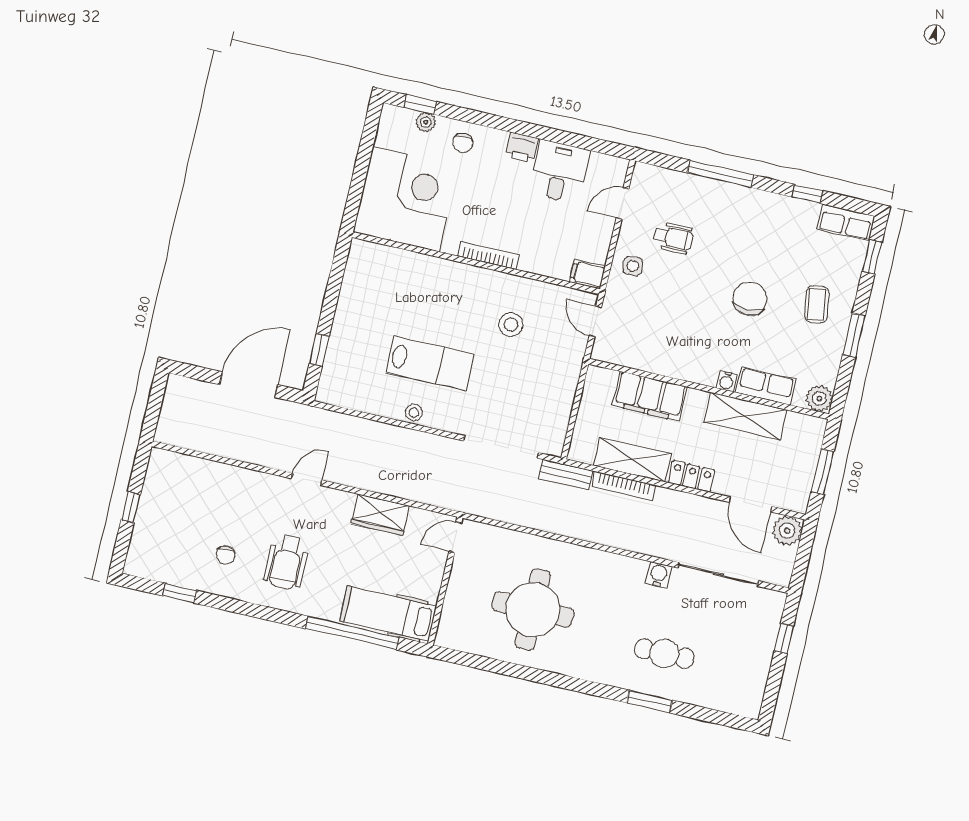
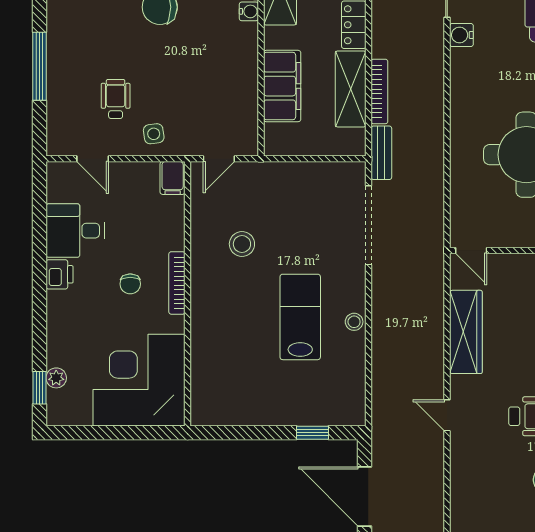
chair: (463, 143) -> (130, 284), moved, turned 90
wardrobe: (380, 515) -> (466, 332), width x1.50

